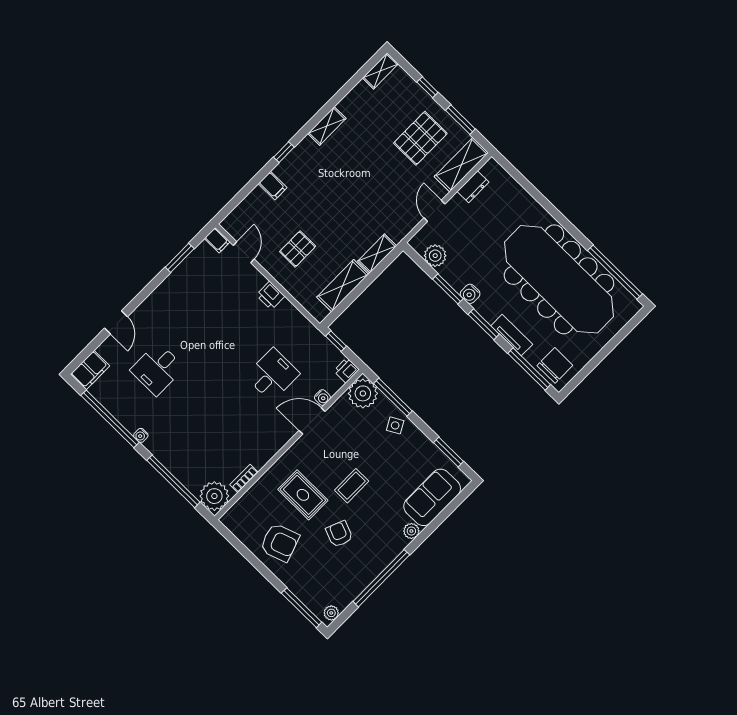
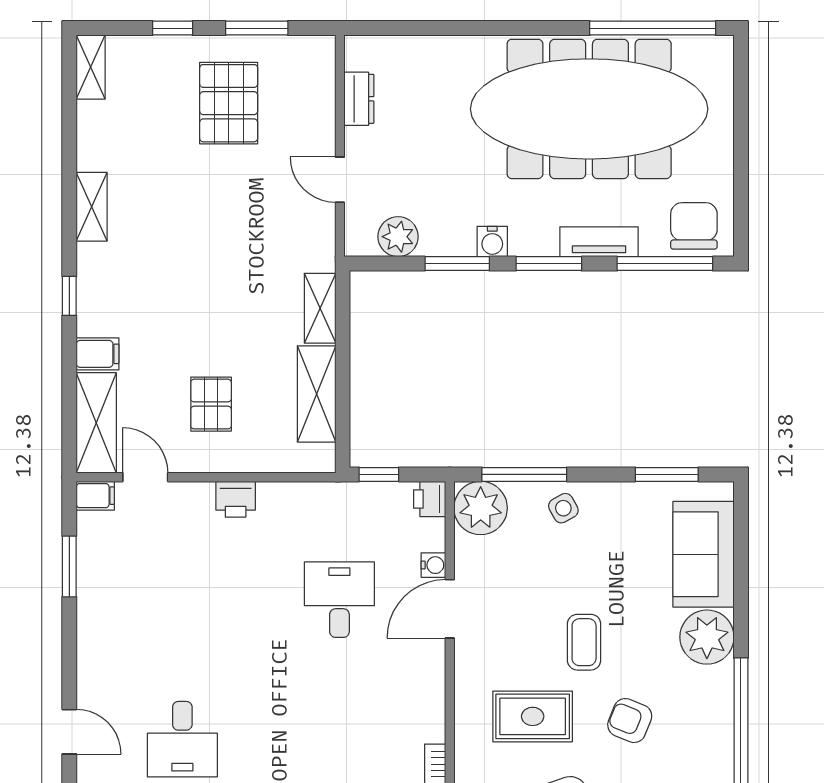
shelving: (461, 165) -> (96, 423), moved
plant: (411, 531) -> (707, 637), width x1.87, depth x1.87

